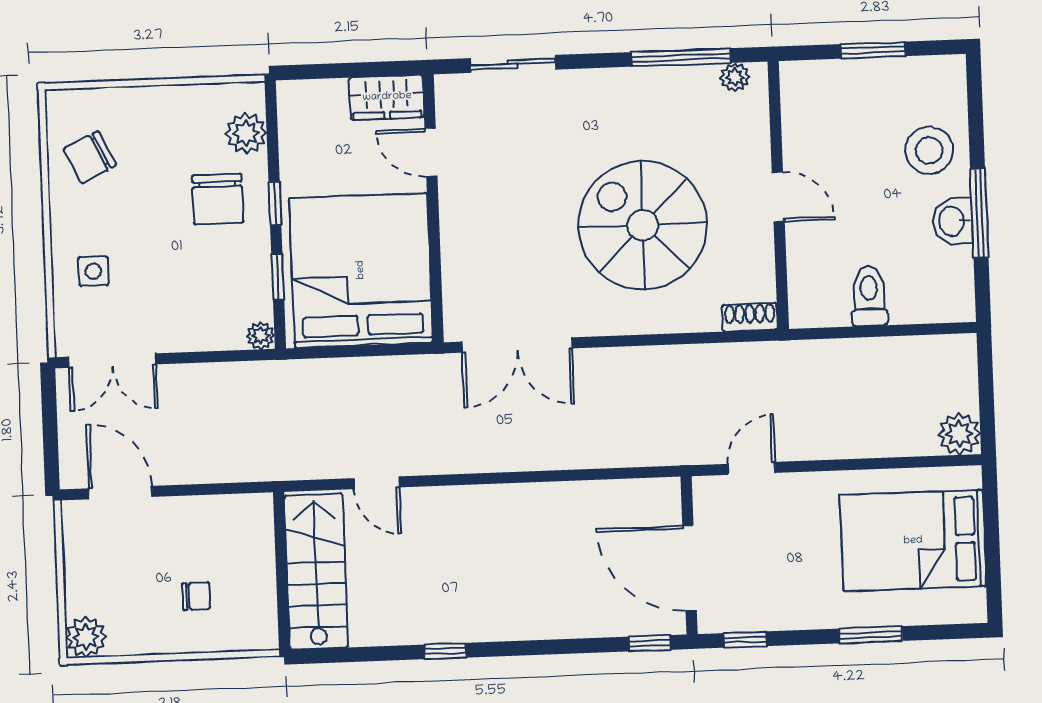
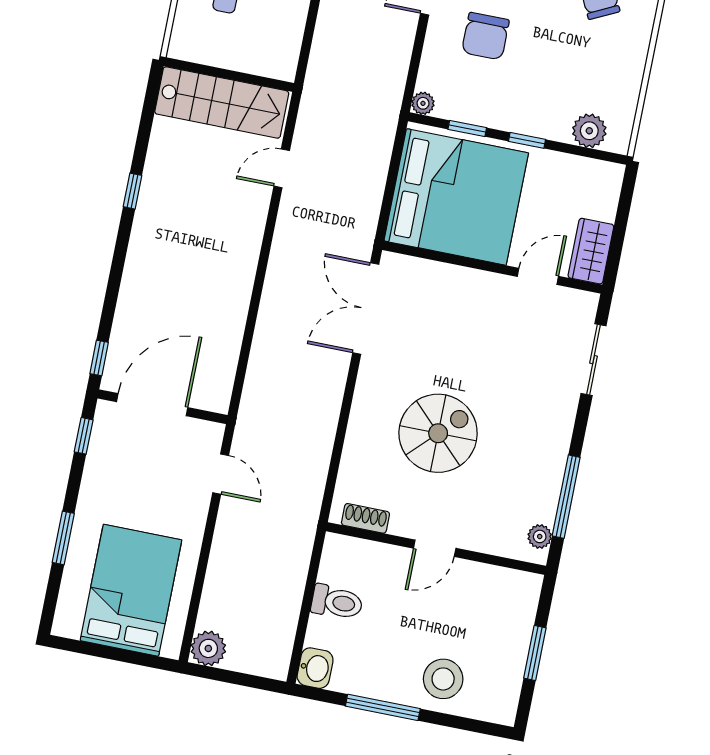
chair: (218, 199) -> (485, 36), moved, turned -90
washbasin: (953, 221) -> (315, 668), moved, turned 90
spiral stairs: (643, 225) -> (438, 433), width x0.73, depth x0.73
shoe rack: (750, 317) -> (365, 518), moved, turned -90

